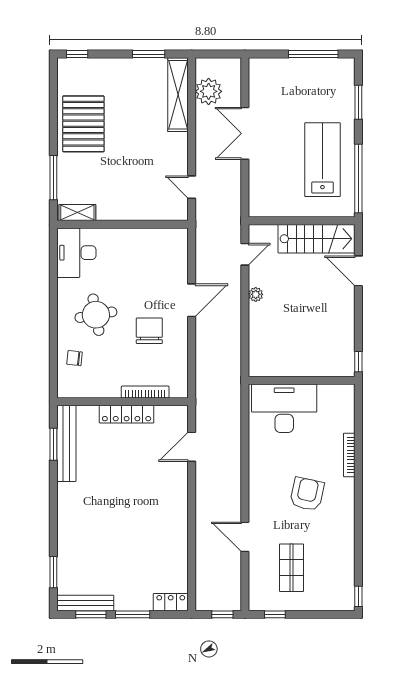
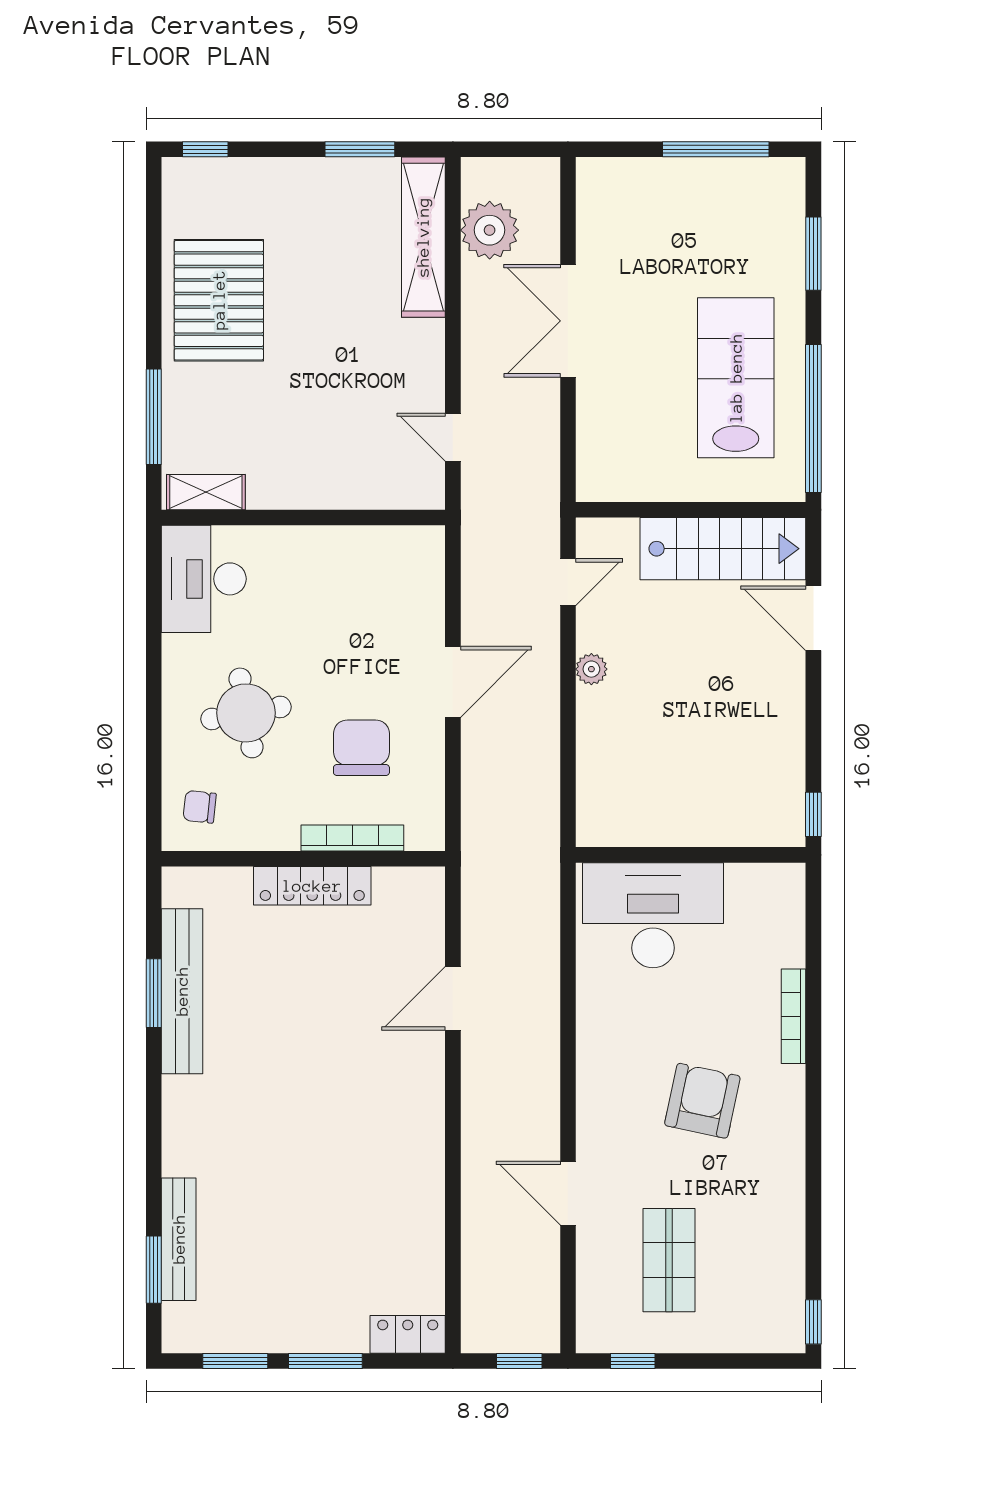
bookcase: (145, 392) -> (352, 838), moved
wall: (122, 402) -> (303, 859), moved
locker: (127, 414) -> (312, 886), moved
bench: (85, 603) -> (179, 1239), moved, turned 90

